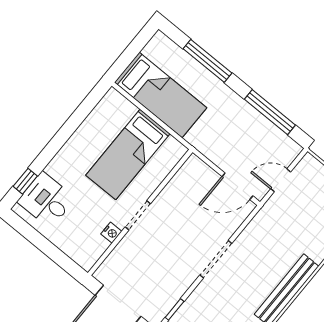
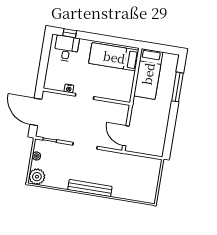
window: (270, 112) -> (170, 131), removed
bed: (128, 155) -> (114, 57), moved
door: (281, 180) -> (141, 155), removed

